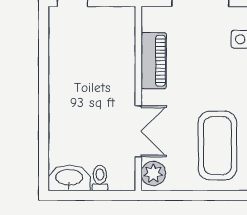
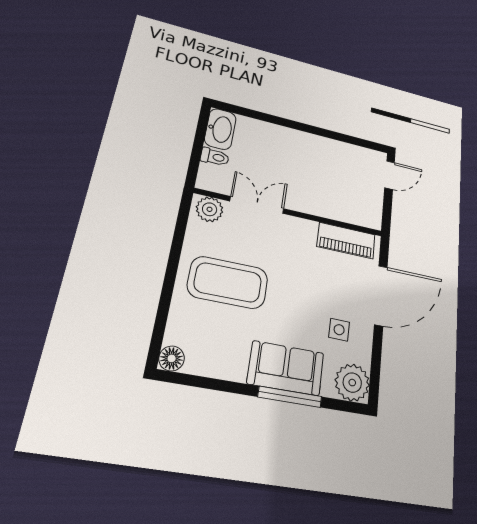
piano: (154, 61) -> (346, 241), moved
double door: (138, 131) -> (257, 205), swing flipped

